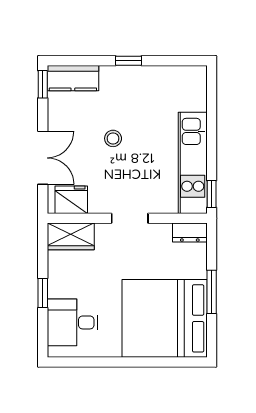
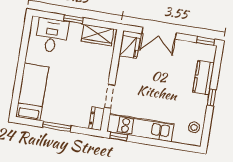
kitchen counter: (73, 78) -> (204, 78), moved
stool: (113, 138) -> (194, 127), moved
doorway: (130, 218) -> (109, 96), moved
wardrobe: (71, 236) -> (97, 35), moved, turned -90
bed: (165, 318) -> (32, 92), width x0.49

